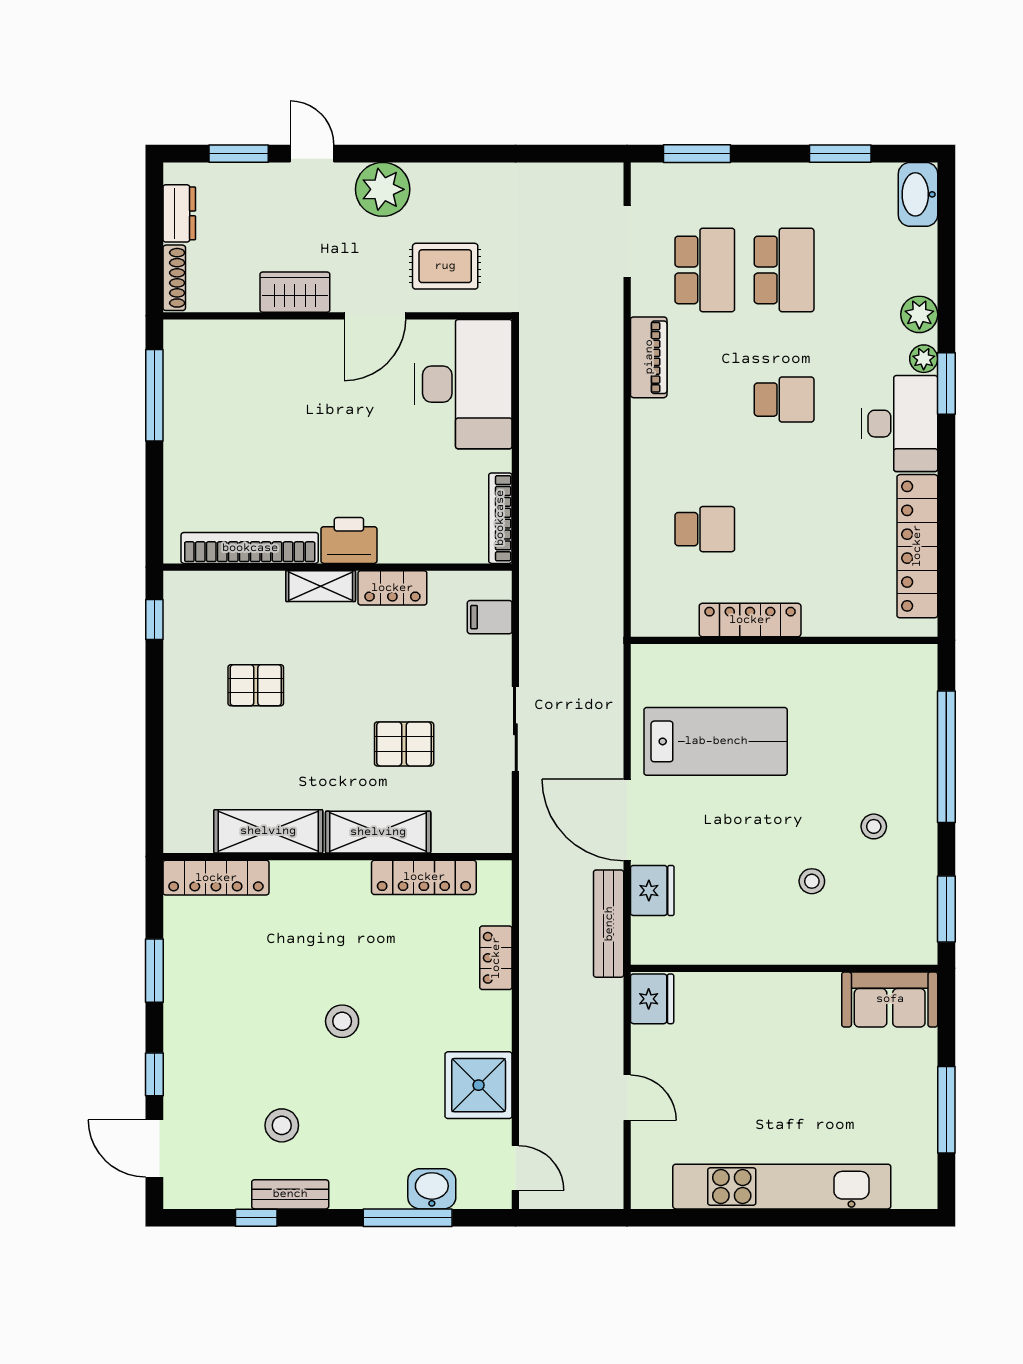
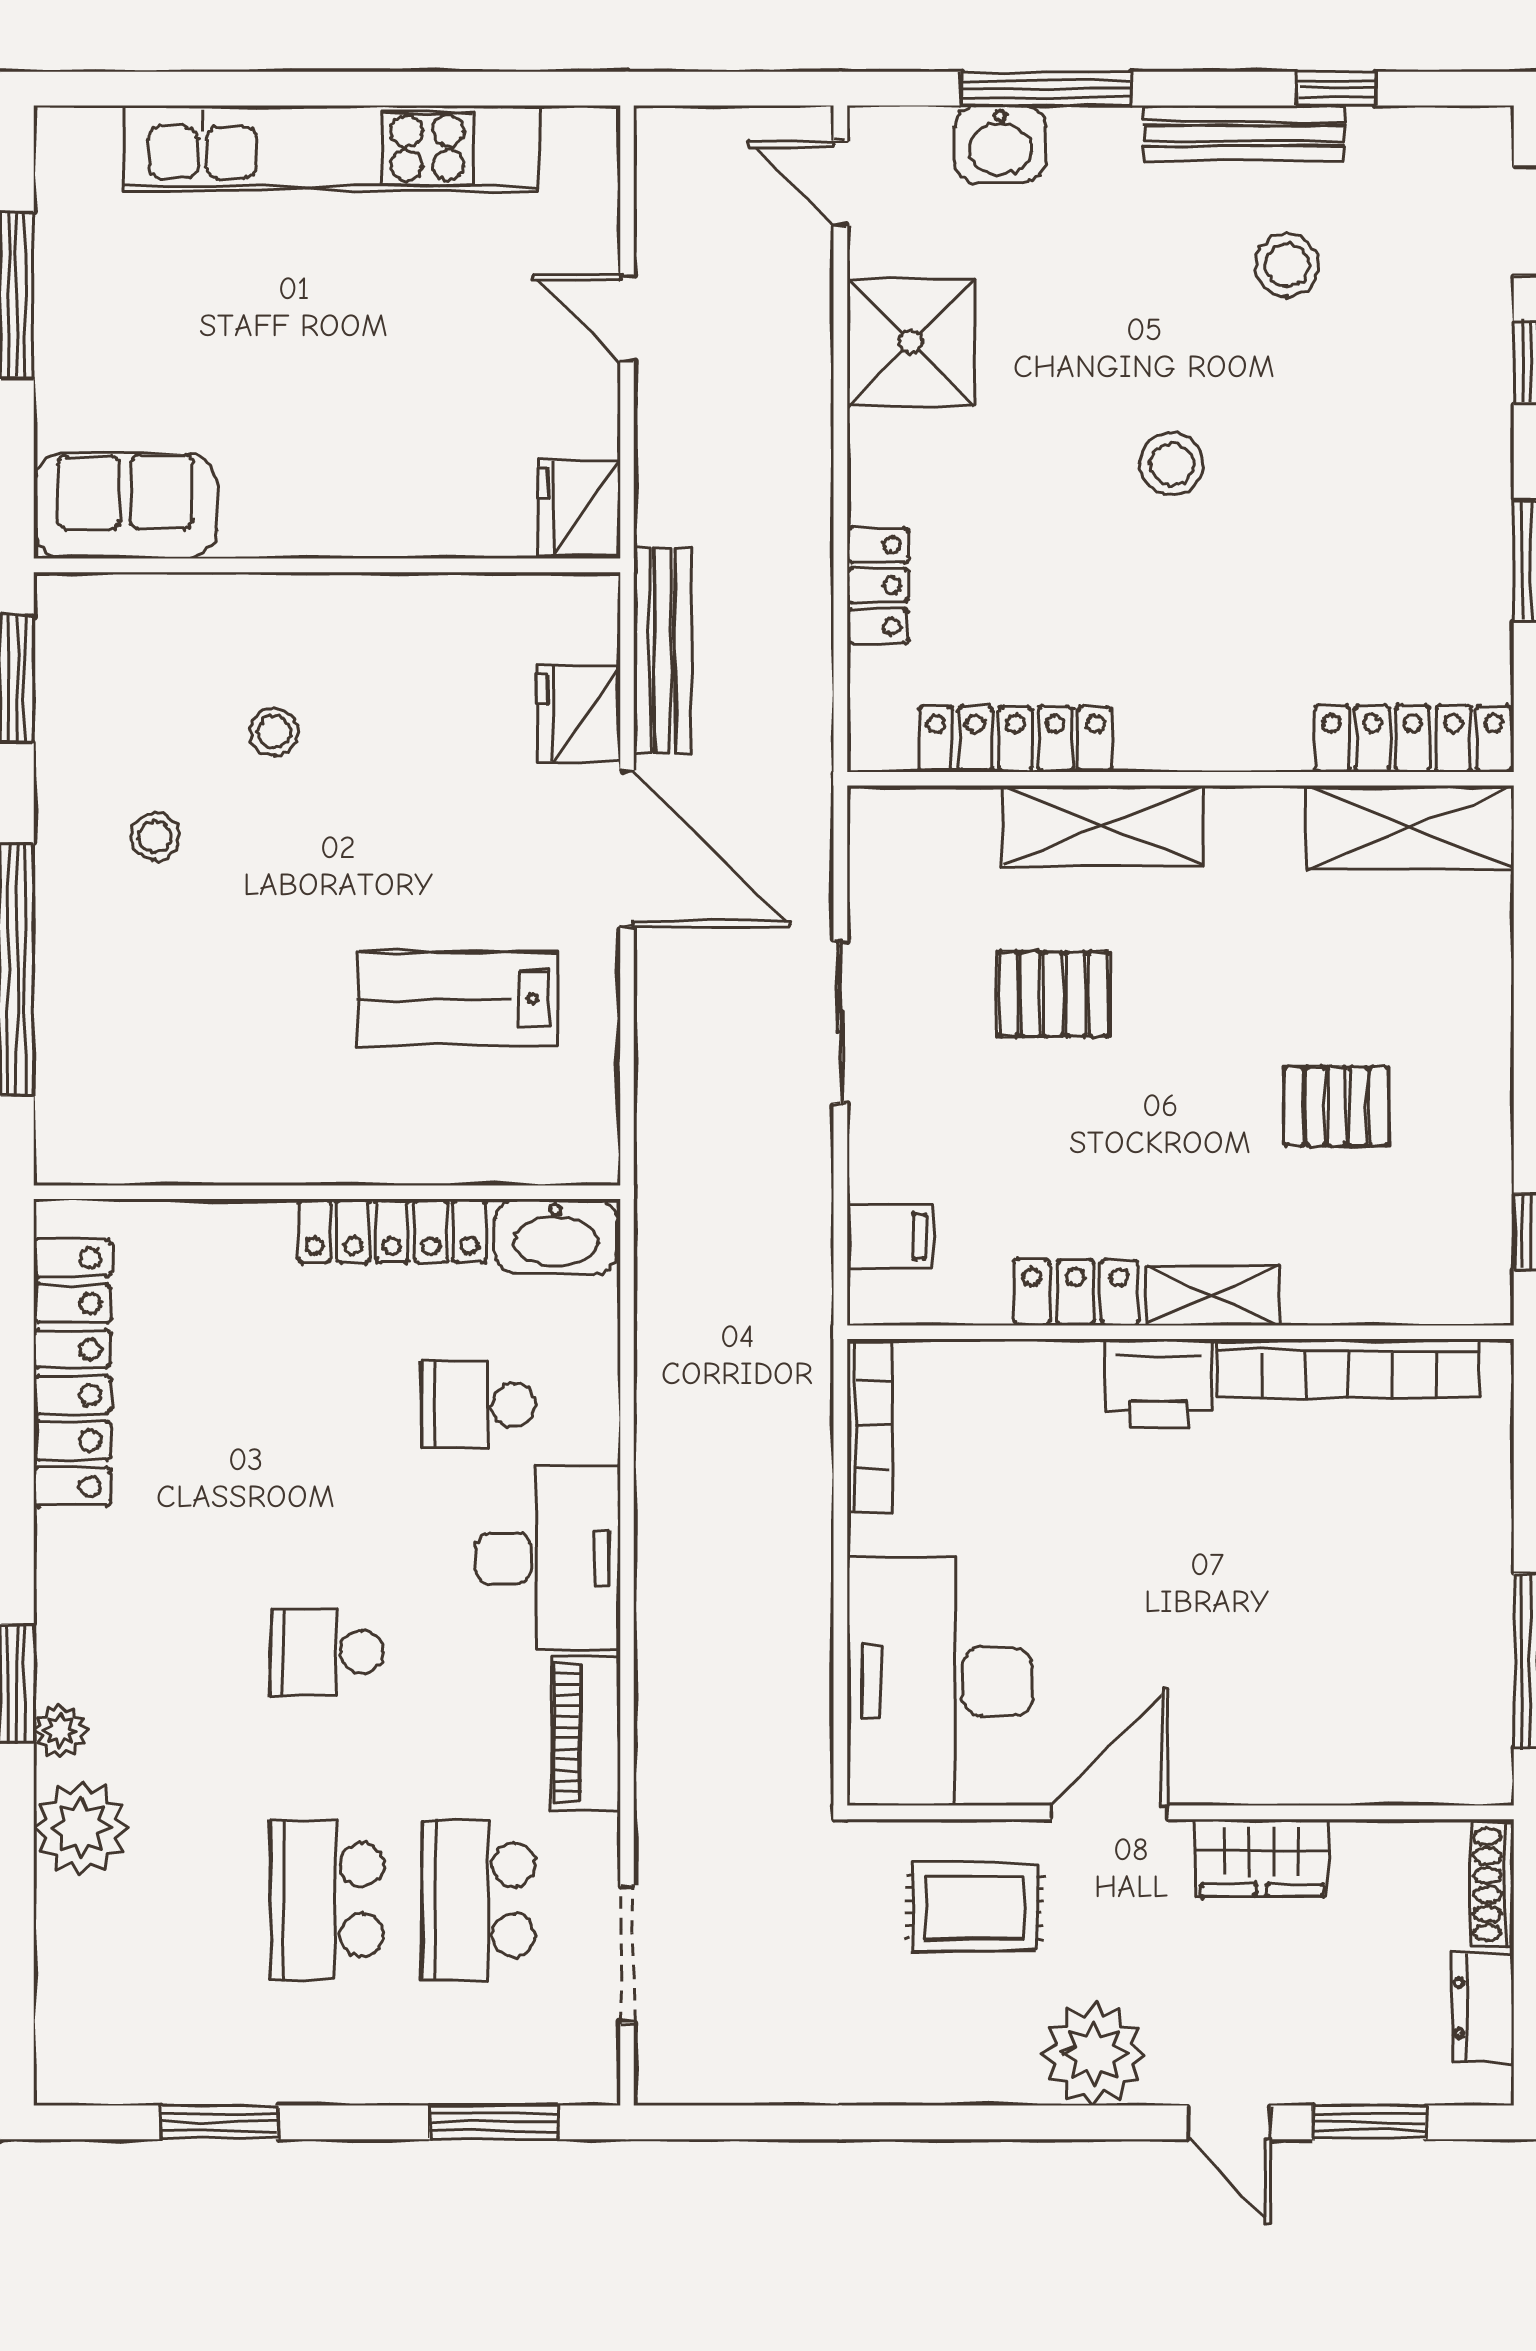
washbasin: (918, 194) -> (555, 1236), moved, turned 90
plant: (919, 314) -> (81, 1828), width x1.36, depth x1.36
desk: (900, 424) -> (548, 1558), moved, turned 180
lab bench: (716, 741) -> (458, 999), width x0.73, depth x0.72
shelving: (268, 831) -> (1410, 827), moved
bench: (290, 1194) -> (1244, 133), width x1.36

